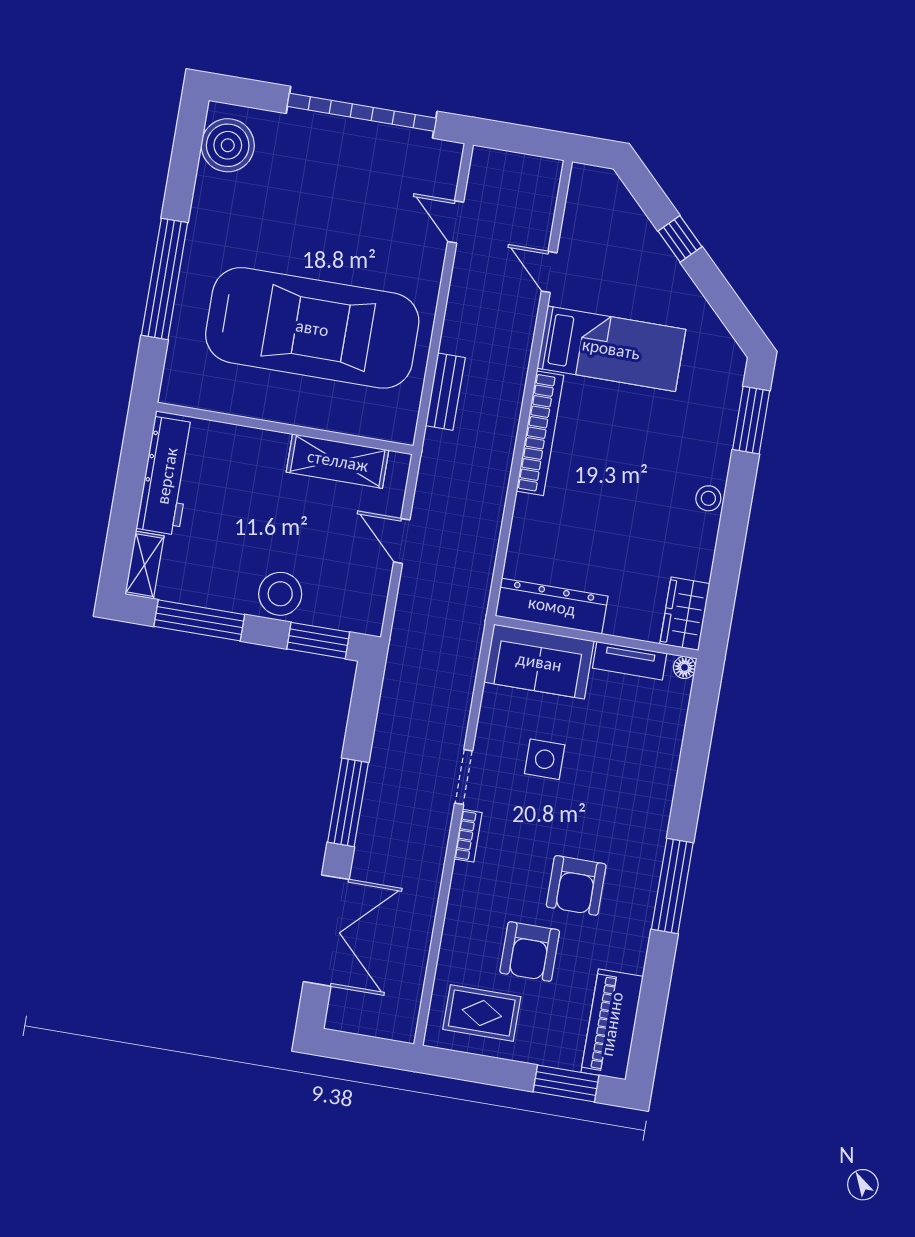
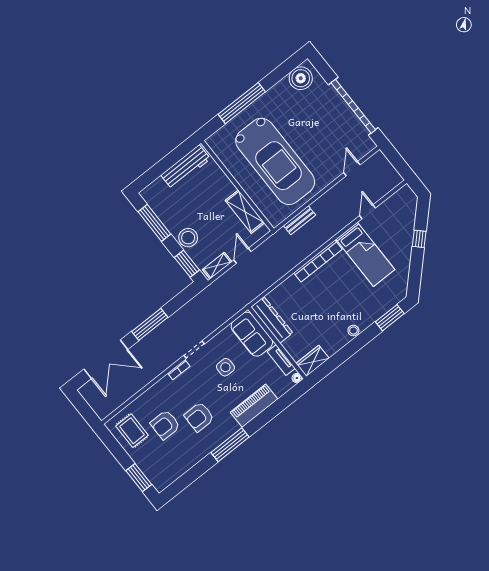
shelving: (144, 565) -> (217, 266), moved
piano: (612, 1024) -> (254, 406), moved

